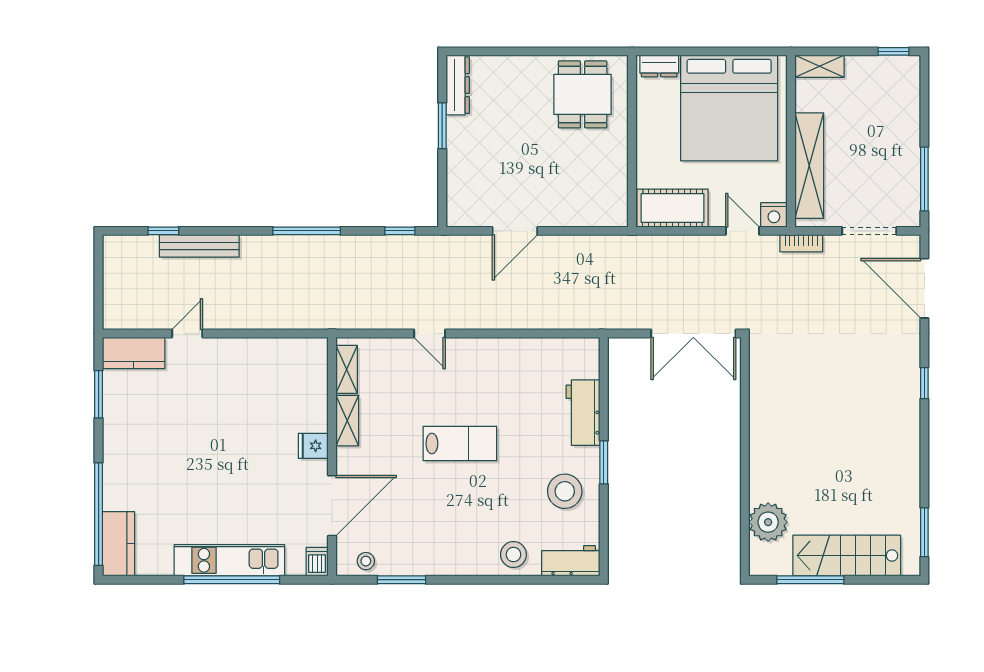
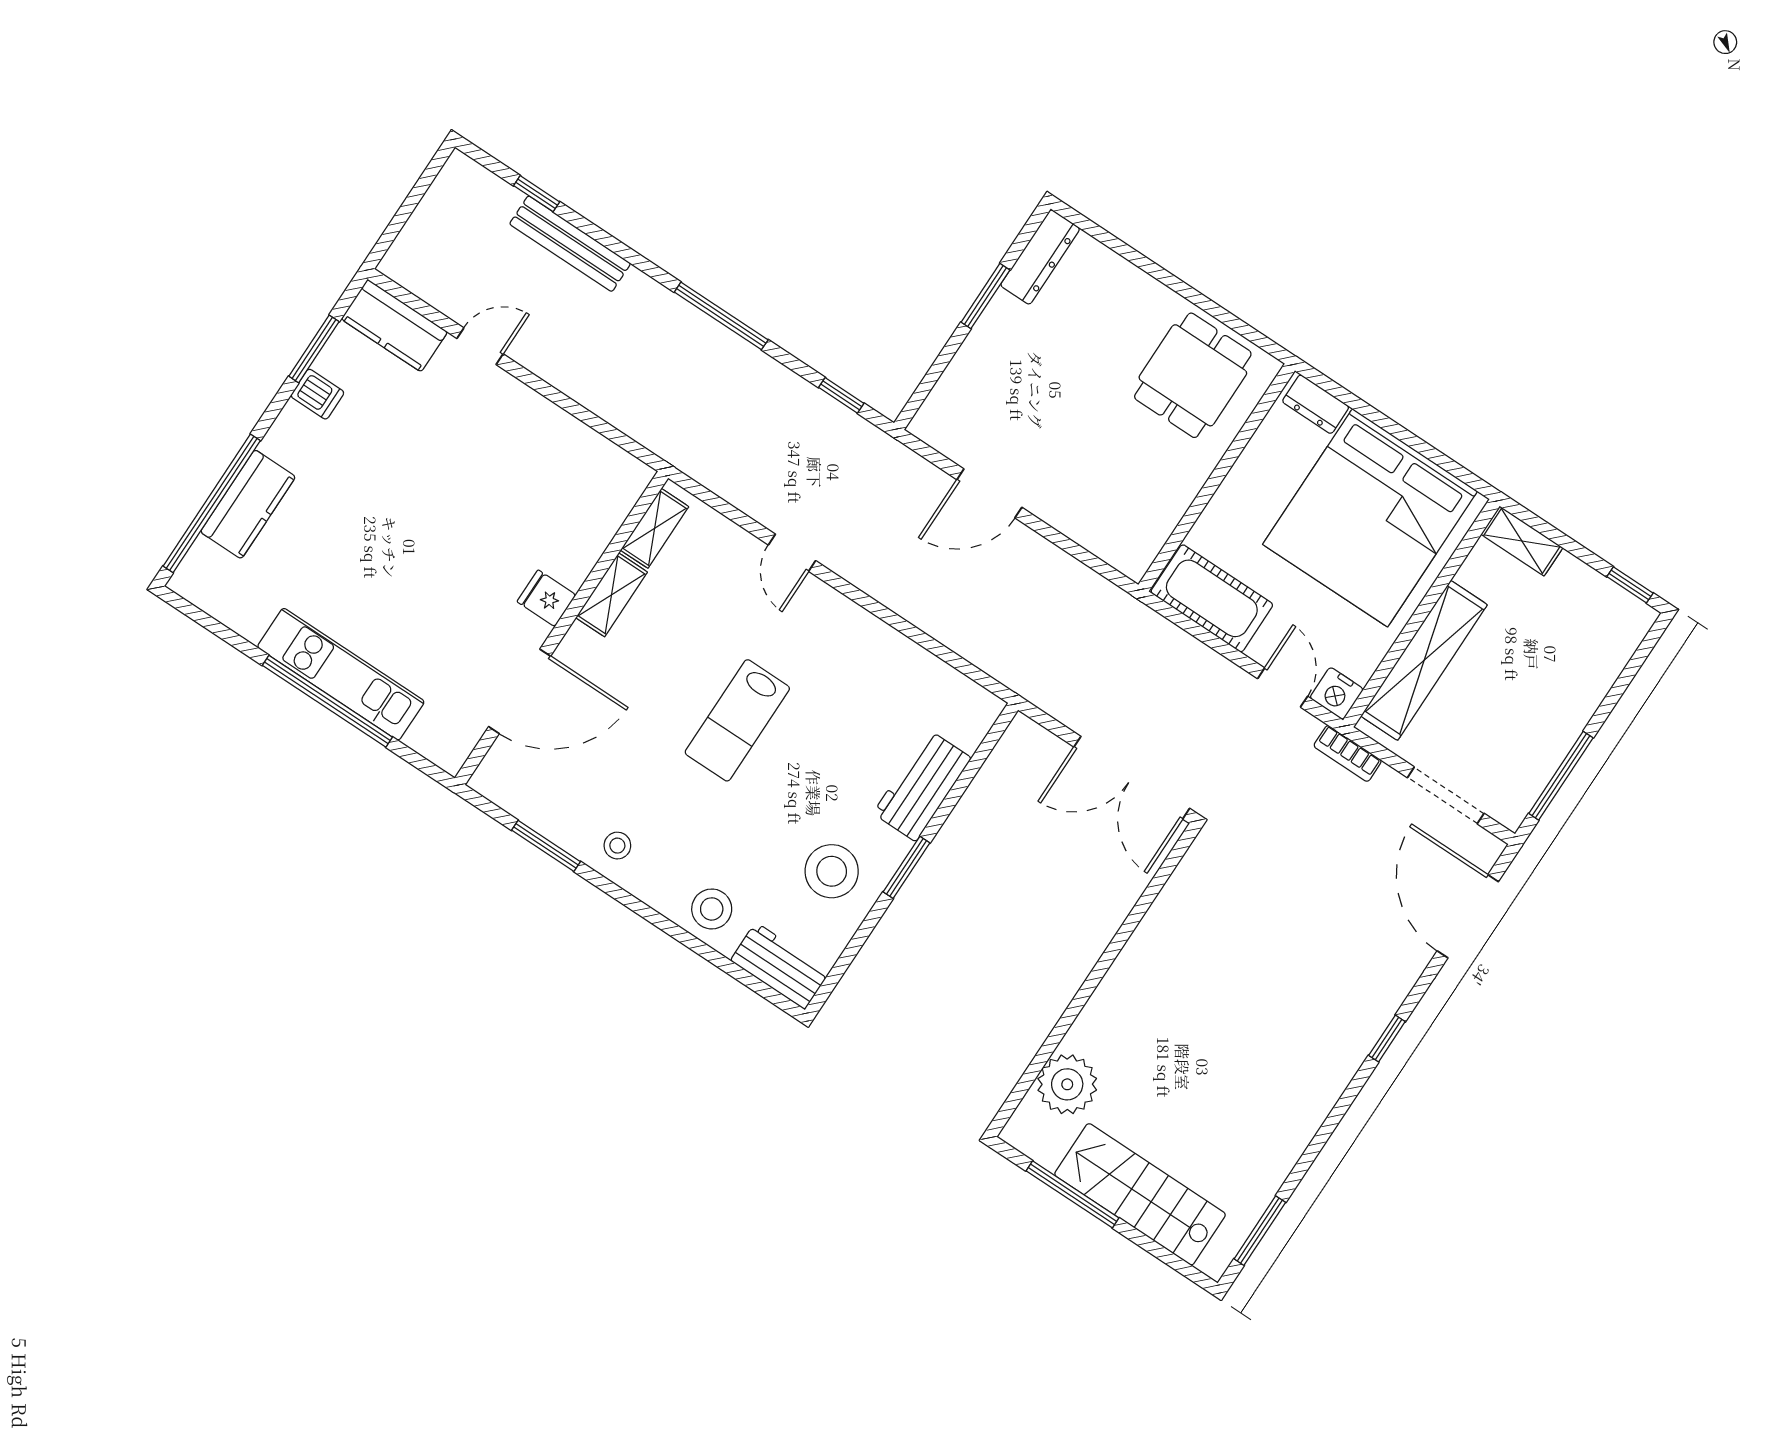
lab bench: (460, 444) -> (737, 720), turned 90
kitchen counter: (118, 544) -> (248, 504), moved
stool: (366, 561) -> (617, 846), moved
dishwasher: (317, 562) -> (317, 394), moved, turned 90

